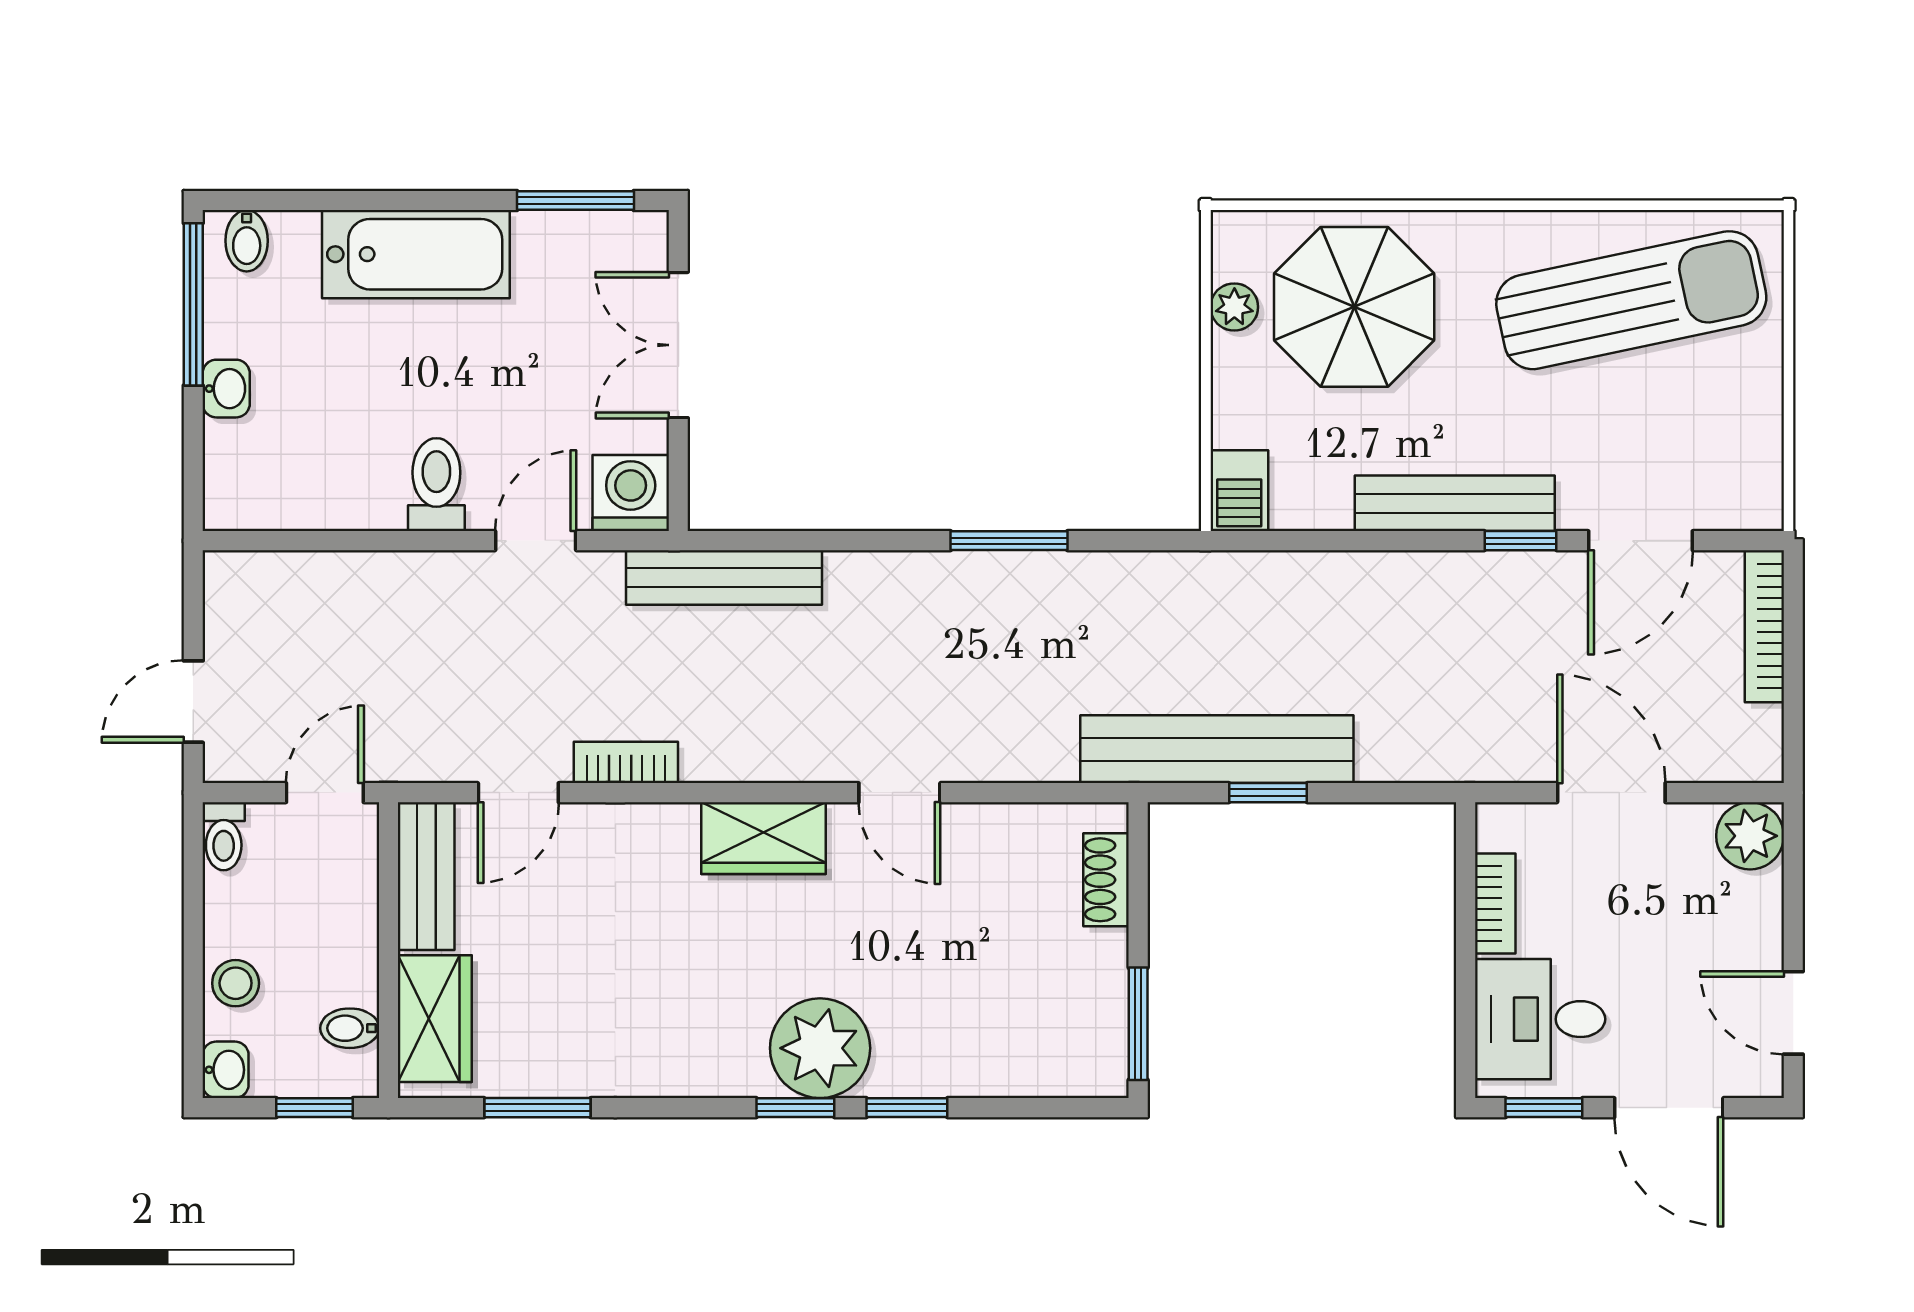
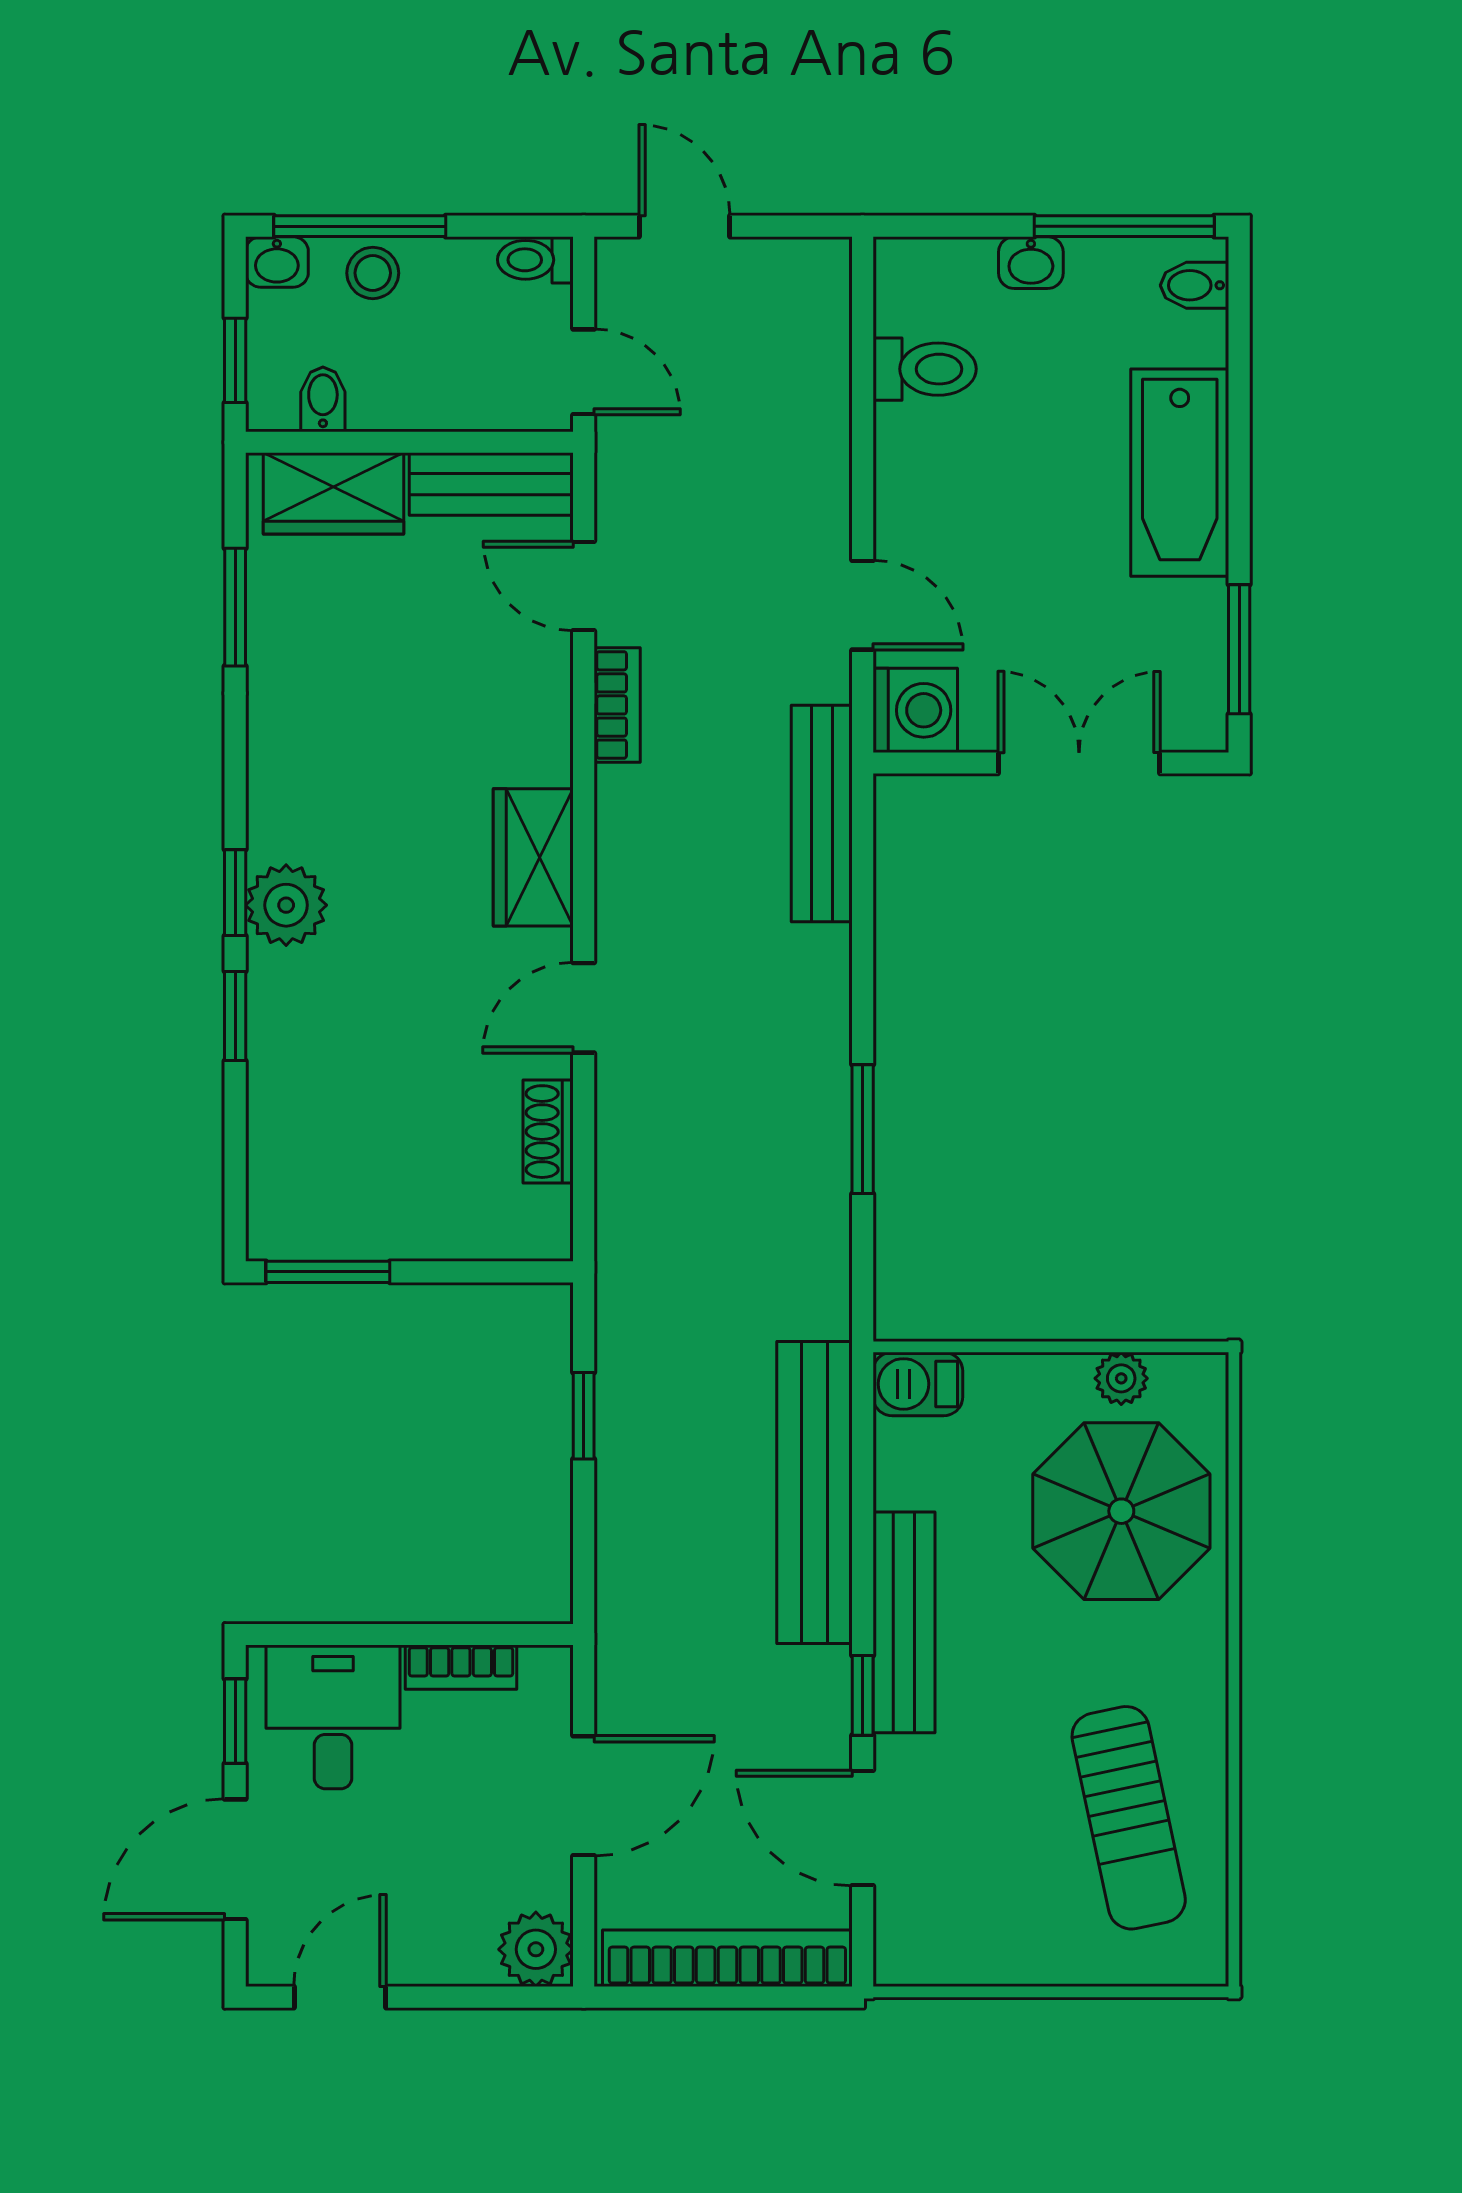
sun lounger: (1631, 300) -> (1129, 1818), width x0.73, depth x0.75
toilet: (436, 485) -> (925, 369), moved
bookcase: (1764, 626) -> (727, 1958), width x1.48, depth x1.31
bench: (1217, 749) -> (815, 1493), moved
shoe rack: (1106, 880) -> (548, 1132), moved, turned -90
window: (193, 995) -> (360, 226), added
plant: (820, 1048) -> (286, 905), width x0.73, depth x0.73

